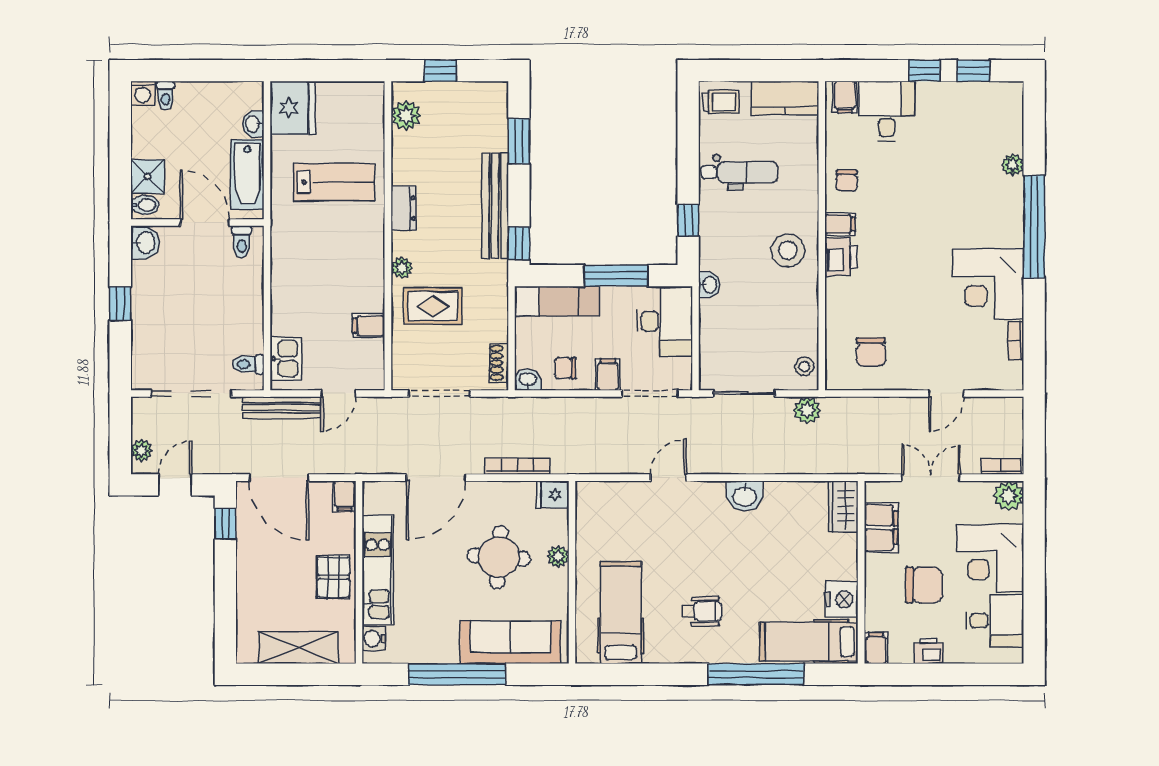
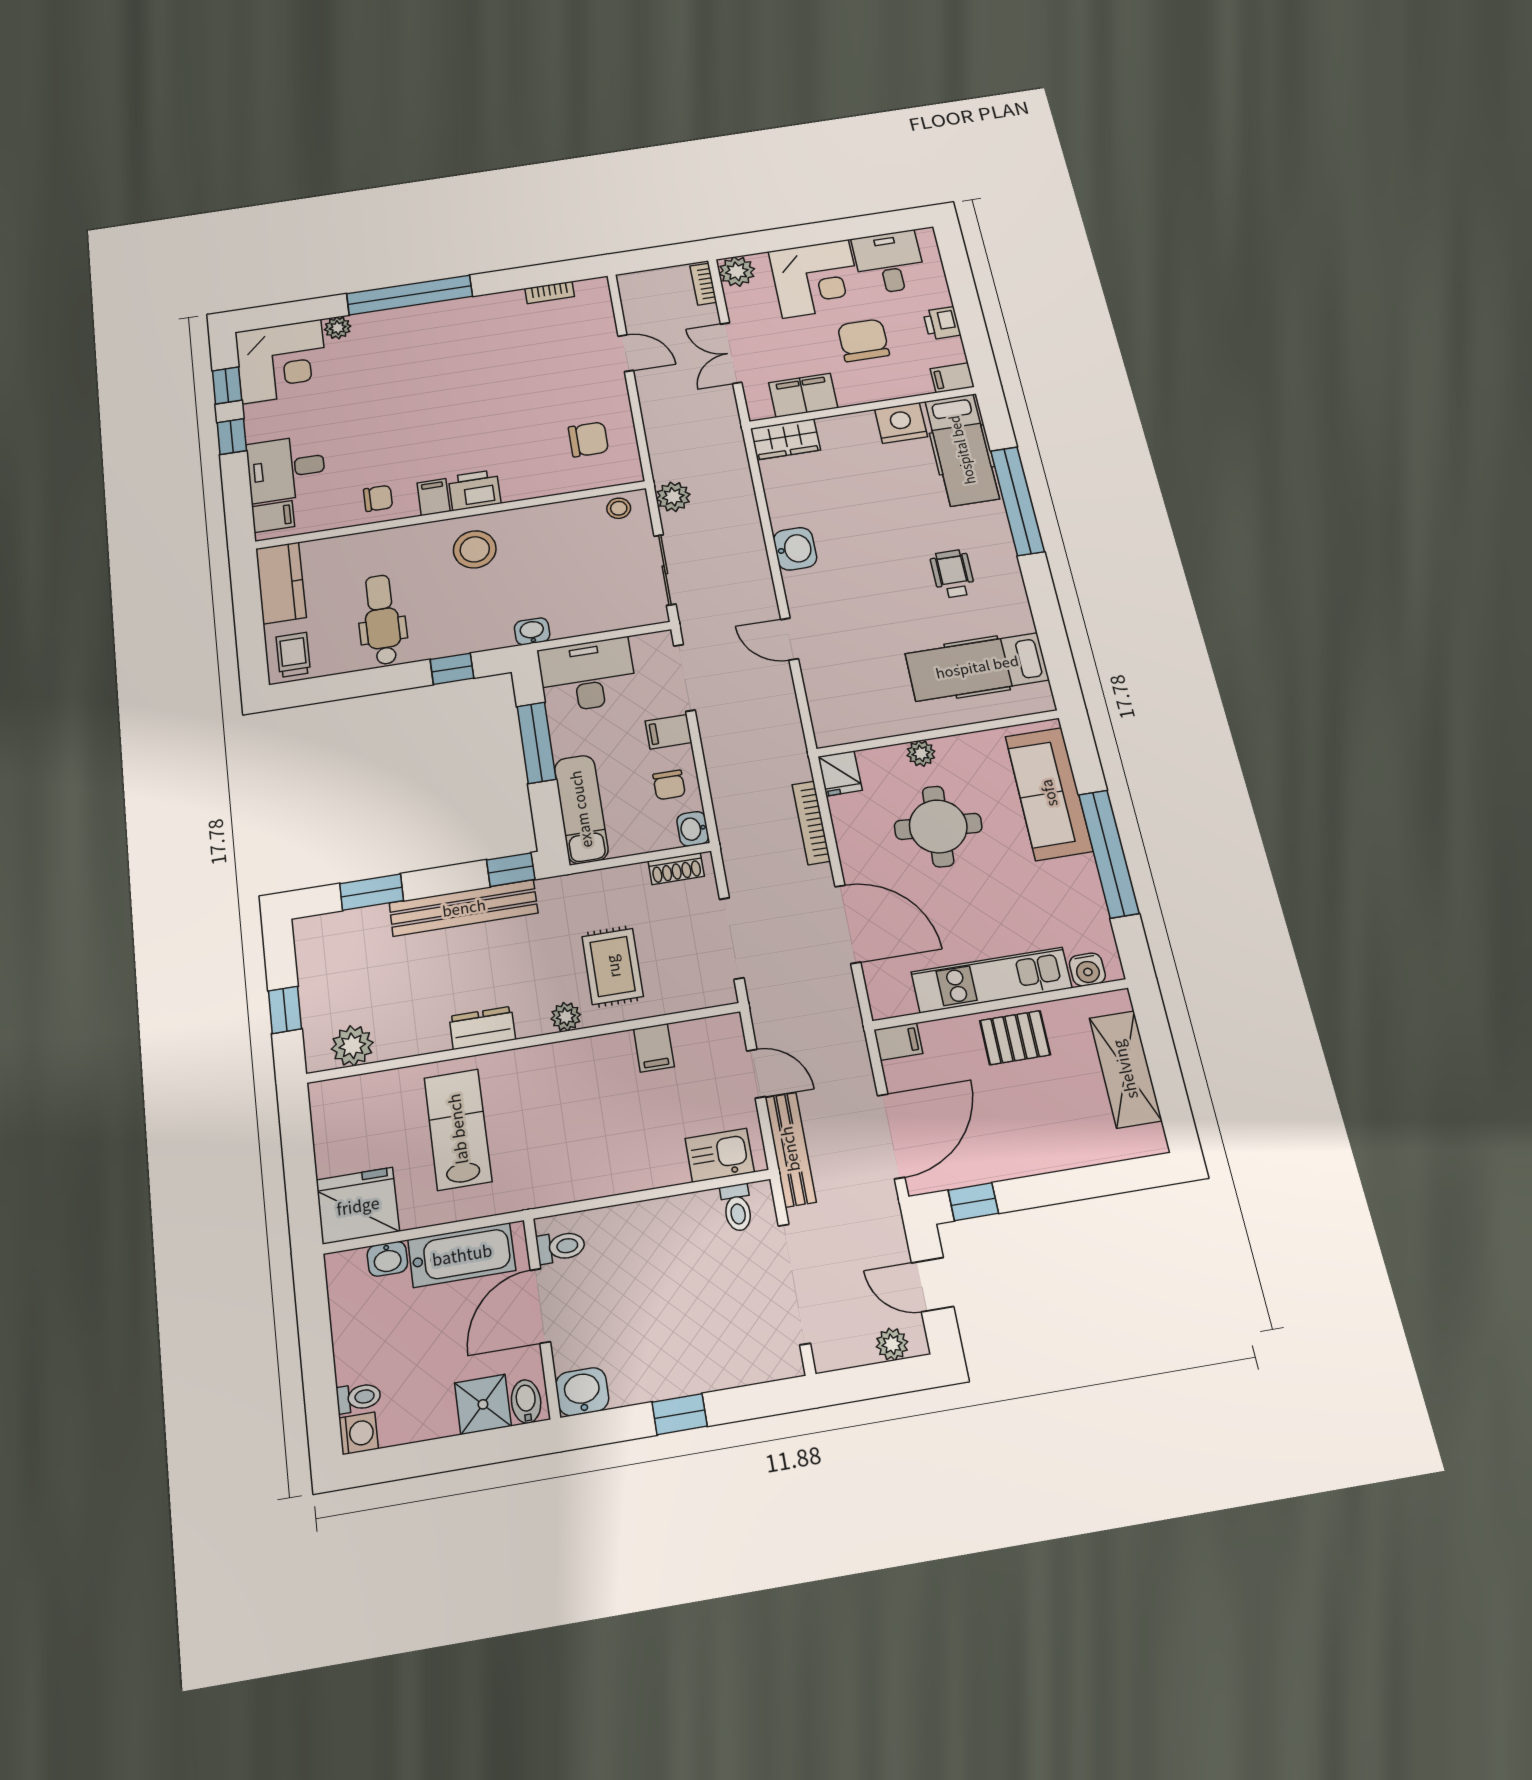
corner desk: (988, 284) -> (282, 361), moved

